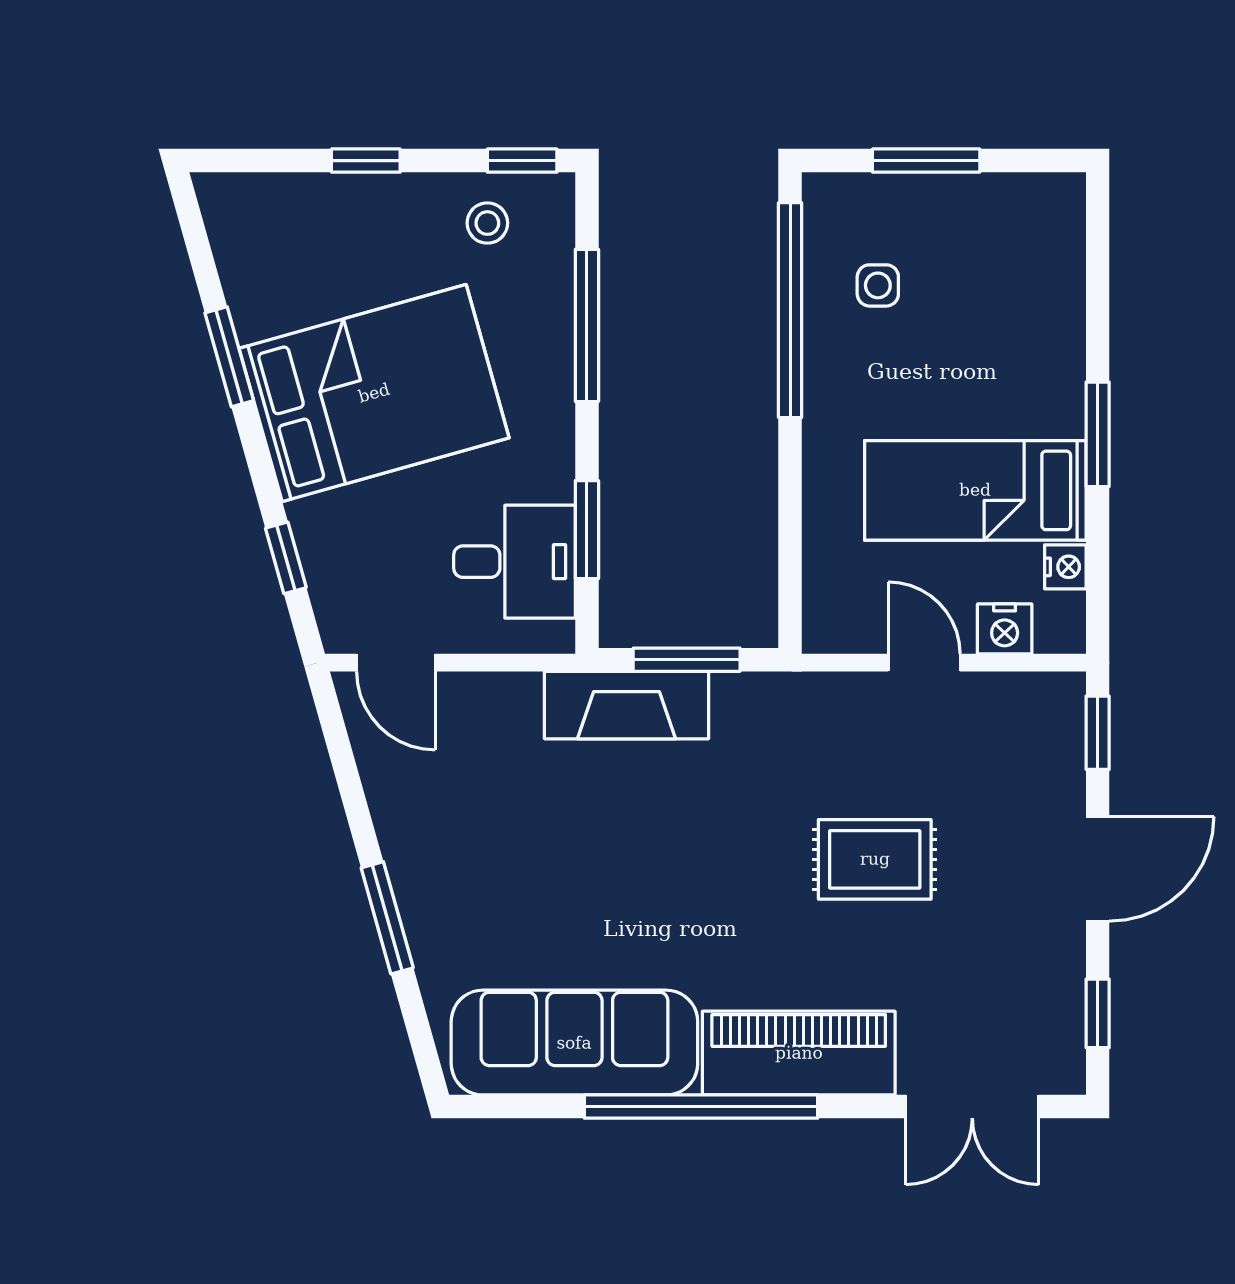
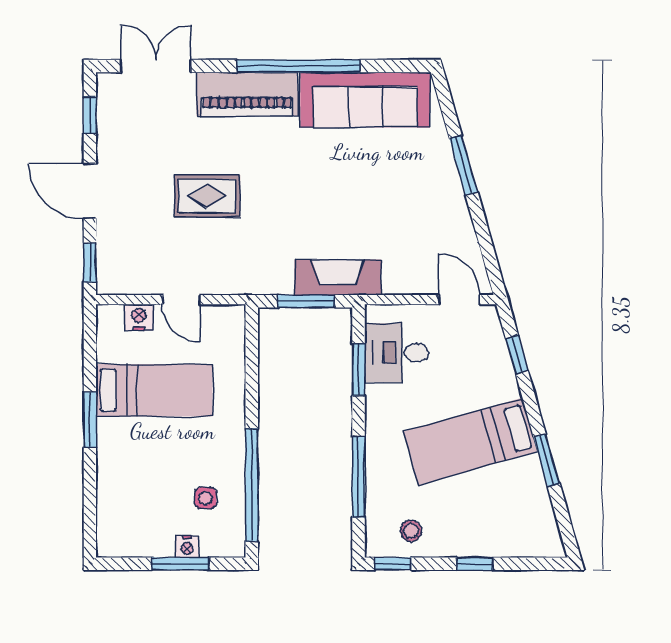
bed: (374, 393) -> (471, 441), width x0.67
nightstand: (1065, 567) -> (187, 547), moved, turned -90
door: (1098, 869) -> (90, 191), hinge flipped

